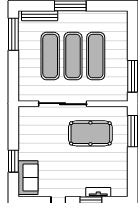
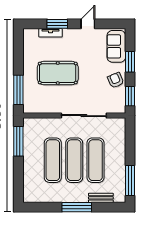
bench: (40, 16) -> (101, 198), width x0.73
window: (13, 124) -> (130, 96), added
pool table: (90, 133) -> (58, 73), moved
armchair: (29, 141) -> (116, 80), added

